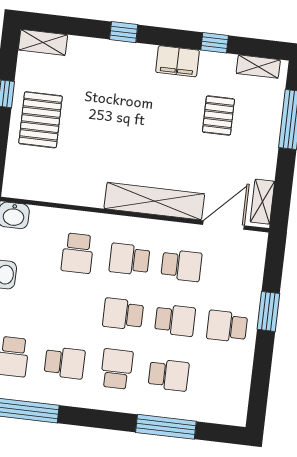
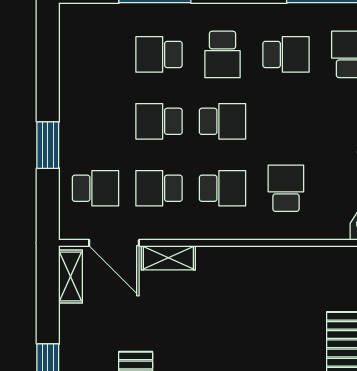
shelving: (154, 201) -> (168, 258), width x0.45, depth x0.75
door: (224, 225) -> (114, 243), hinge flipped
school desk: (227, 326) -> (96, 188), moved
school desk: (65, 363) -> (286, 54), turned 180

